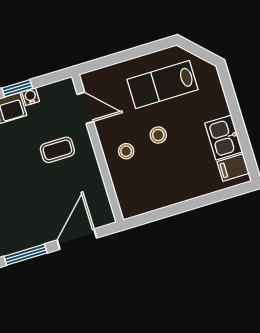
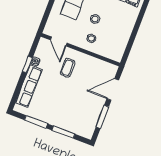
door: (85, 108) -> (59, 41), swing flipped
door: (77, 239) -> (113, 89), hinge flipped

